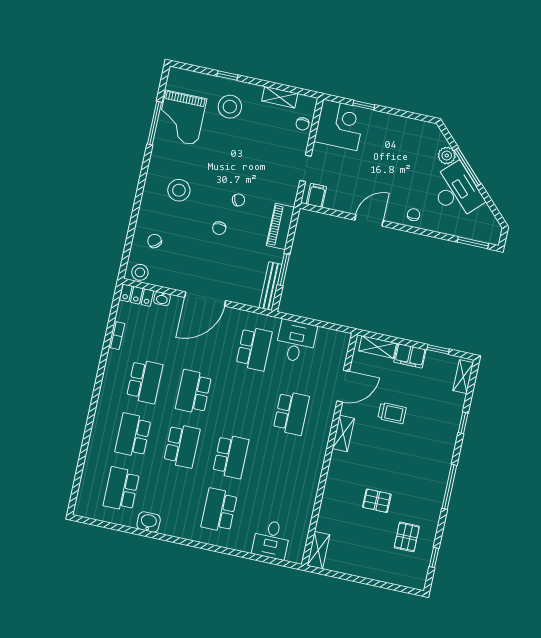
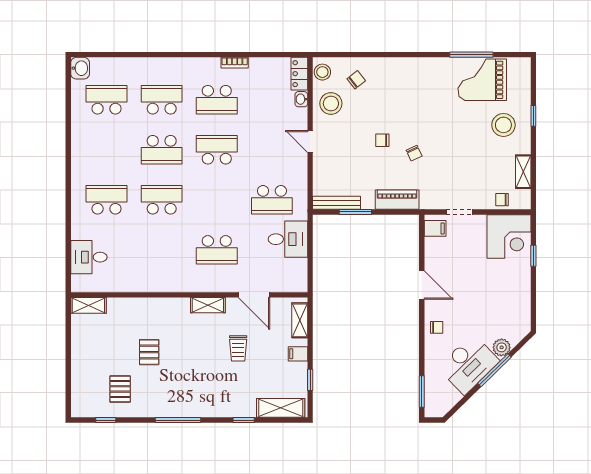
stool: (179, 190) -> (331, 103), moved
door: (205, 299) -> (310, 141), width x0.53
bookcase: (117, 335) -> (235, 63), moved
filing cabinet: (410, 356) -> (298, 354), width x0.50
shelving: (463, 377) -> (281, 408), width x1.50, depth x1.33
school desk: (231, 456) -> (162, 200), turned 180
washbasin: (149, 522) -> (80, 68), moved
pallet: (407, 537) -> (120, 389), turned 90

